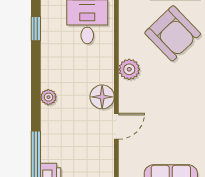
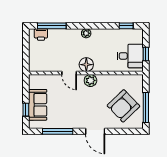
plant: (129, 69) -> (90, 80), moved

